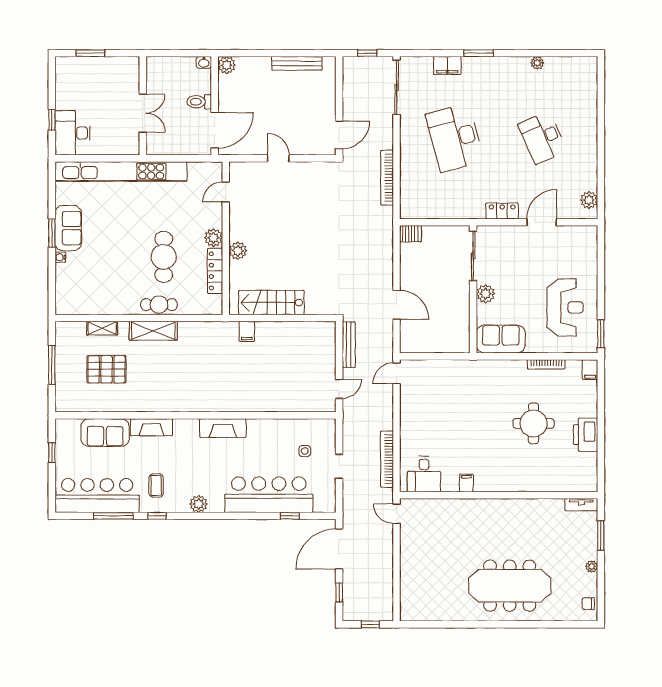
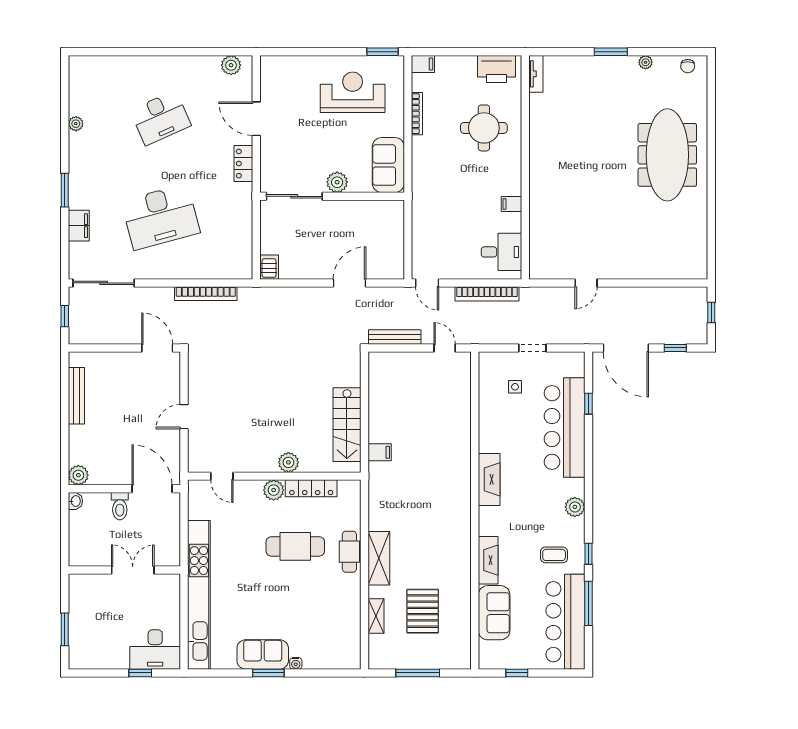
bookcase: (387, 459) -> (487, 294), moved
desk: (424, 474) -> (501, 252), moved
filing cabinet: (466, 483) -> (512, 204), moved
wall: (499, 495) -> (525, 167), moved
tv unit: (581, 505) -> (536, 74), moved

